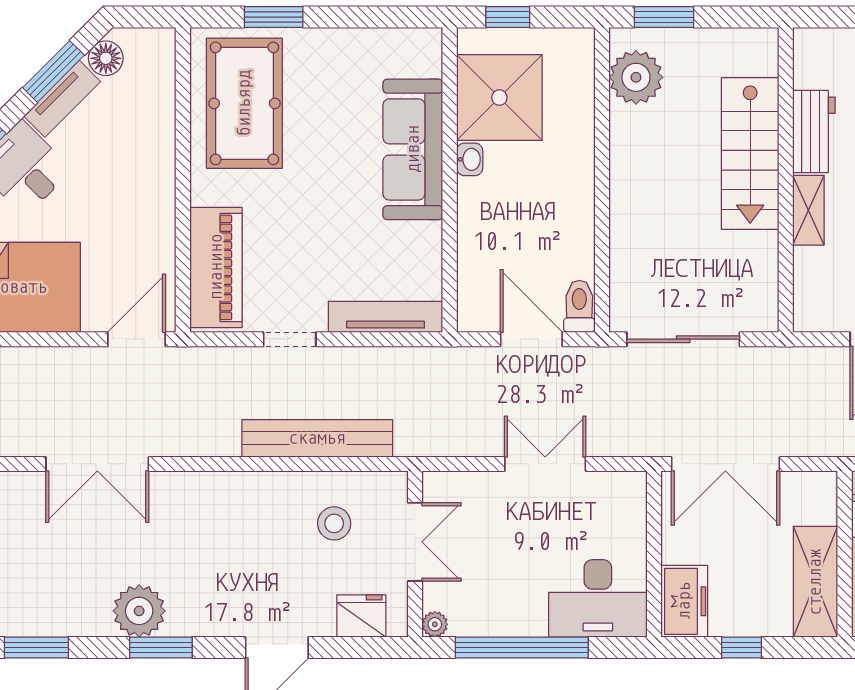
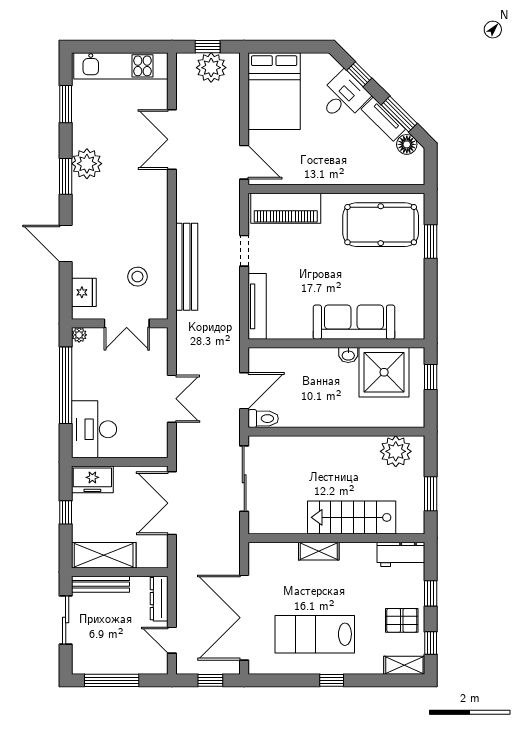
window: (664, 17) -> (431, 494), moved
workbench: (814, 132) -> (401, 554), moved

